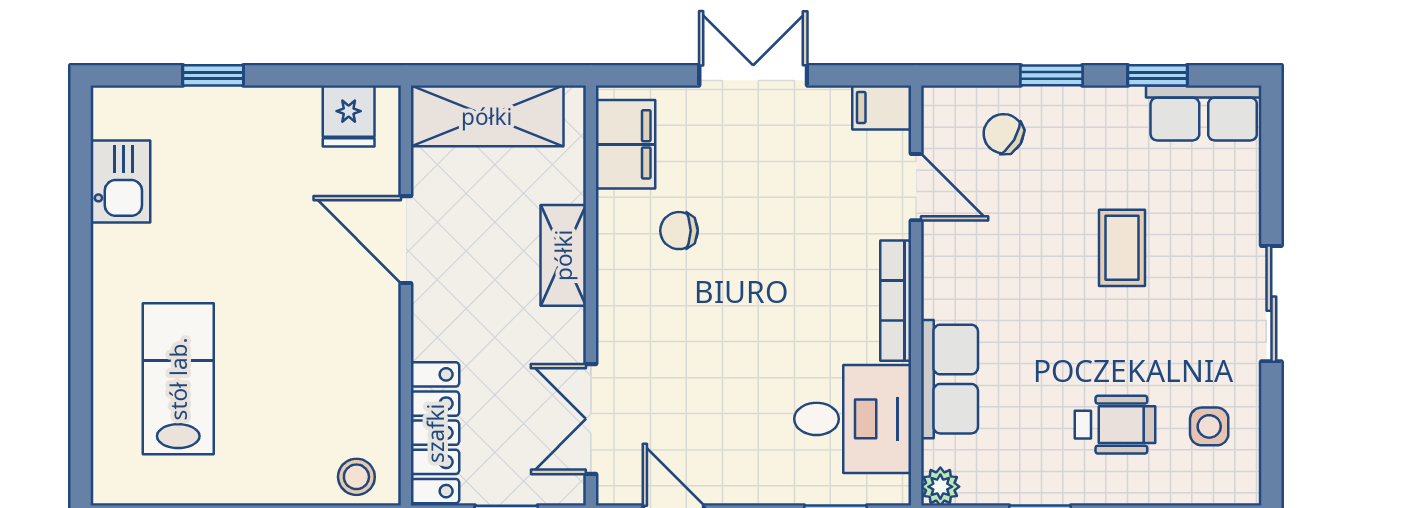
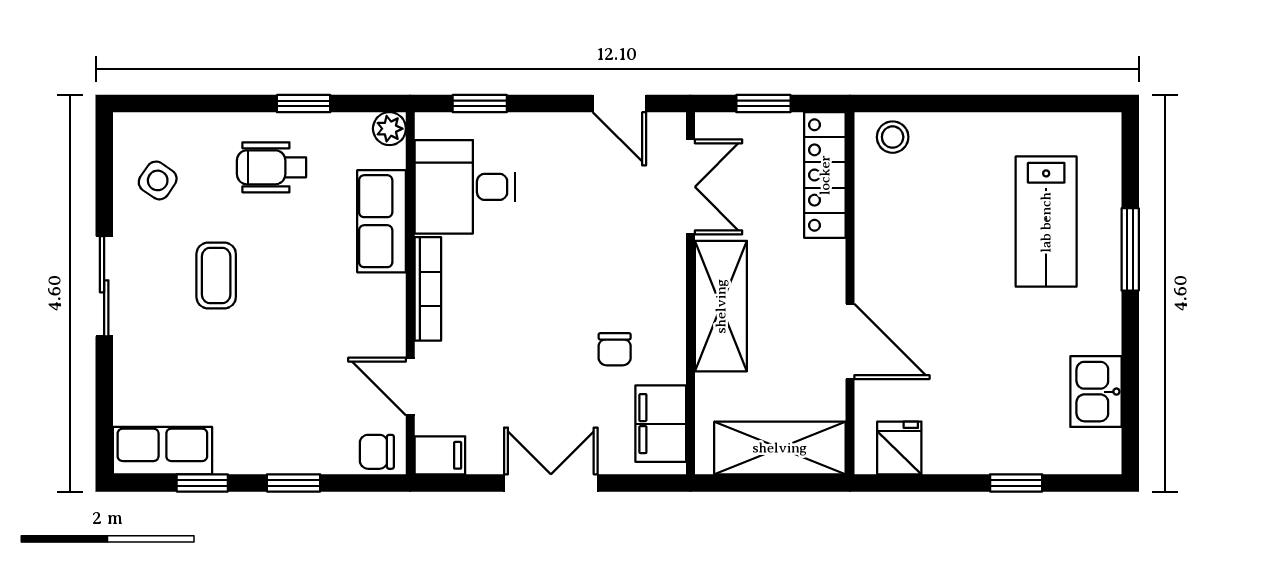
double door: (753, 75) -> (551, 483), swing flipped
chair: (1003, 134) -> (377, 452), moved, turned 149
chair: (679, 231) -> (615, 349), turned 90
coffee table: (1122, 248) -> (216, 275), moved
shelving: (563, 255) -> (721, 306), width x1.50, depth x1.33
window: (81, 346) -> (1130, 249), added
wheelchair: (1115, 425) -> (271, 167), moved
side table: (1209, 426) -> (158, 180), turned 34

